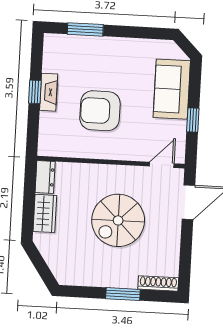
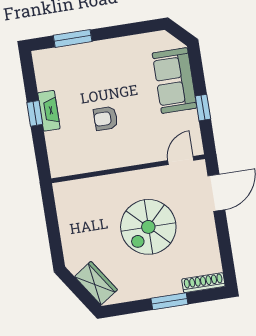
armchair: (100, 111) -> (106, 118), width x0.53, depth x0.53
dresser: (45, 177) -> (64, 198), removed
wardrobe: (45, 213) -> (96, 283), moved, turned -34

